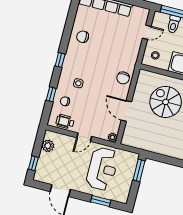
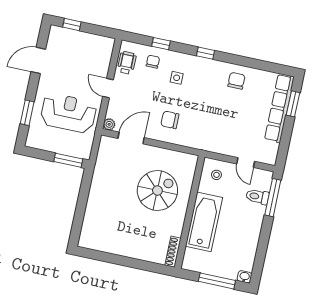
chair: (123, 78) -> (170, 120), moved
door: (126, 111) -> (131, 138), moved
plant: (48, 146) -> (95, 42), removed
reception desk: (102, 169) -> (68, 113), turned 180

